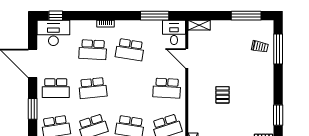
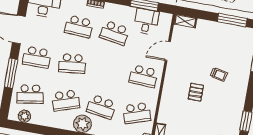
desk: (174, 32) -> (146, 21), moved
trolley: (260, 47) -> (219, 74), moved
door: (187, 58) -> (168, 51), hinge flipped
window: (33, 109) -> (11, 73), width x1.44

